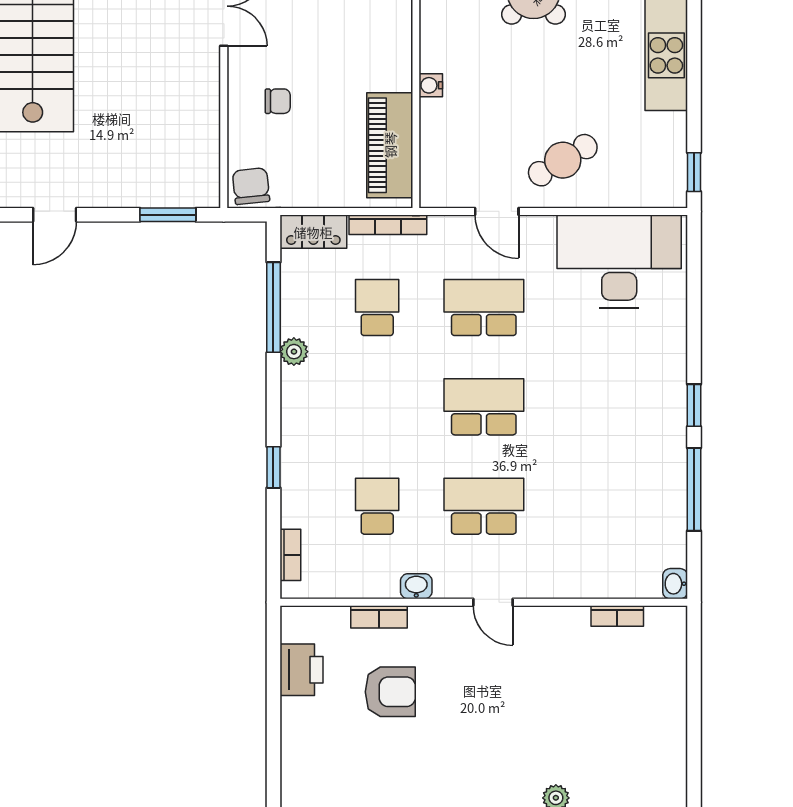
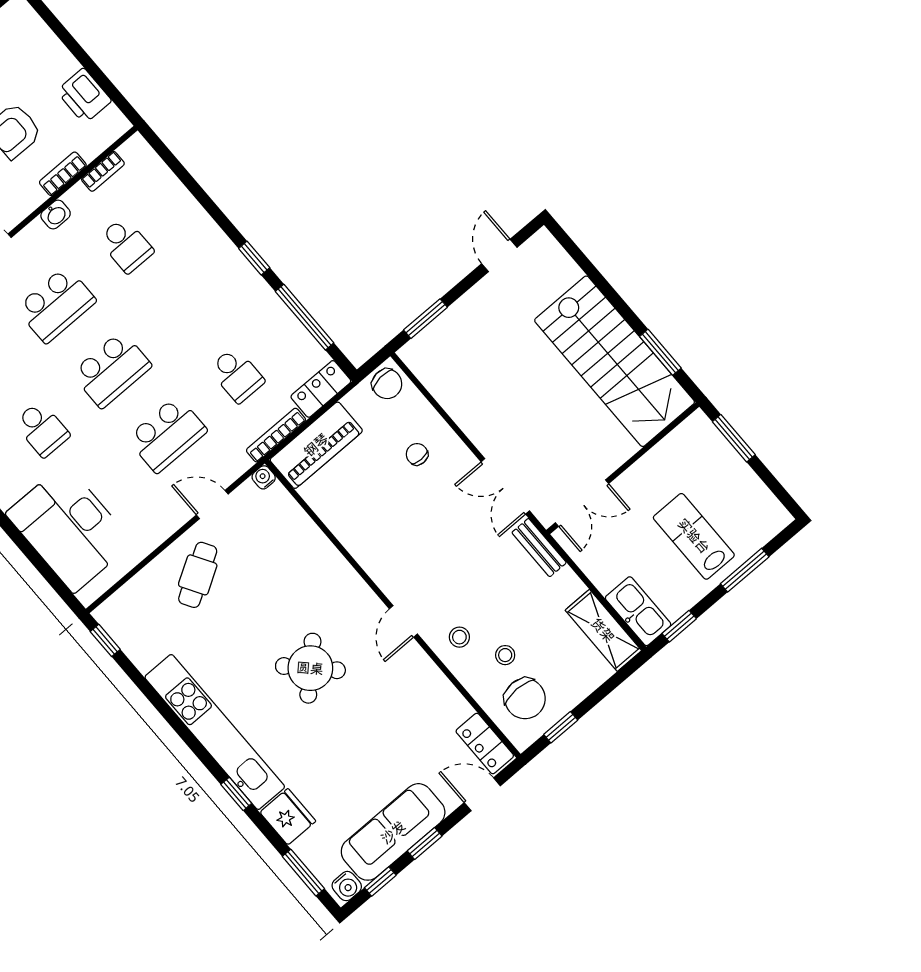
water cooler: (431, 85) -> (264, 477), moved, turned -90
chair: (278, 101) -> (417, 454), turned 90
piano: (390, 145) -> (316, 445), moved, turned 90
desk: (619, 261) -> (69, 528), moved, turned 90
plant: (294, 352) -> (267, 300), removed
school desk: (590, 407) -> (42, 429), added
window: (273, 467) -> (254, 258), moved
bookcase: (290, 555) -> (103, 171), moved, turned -90

